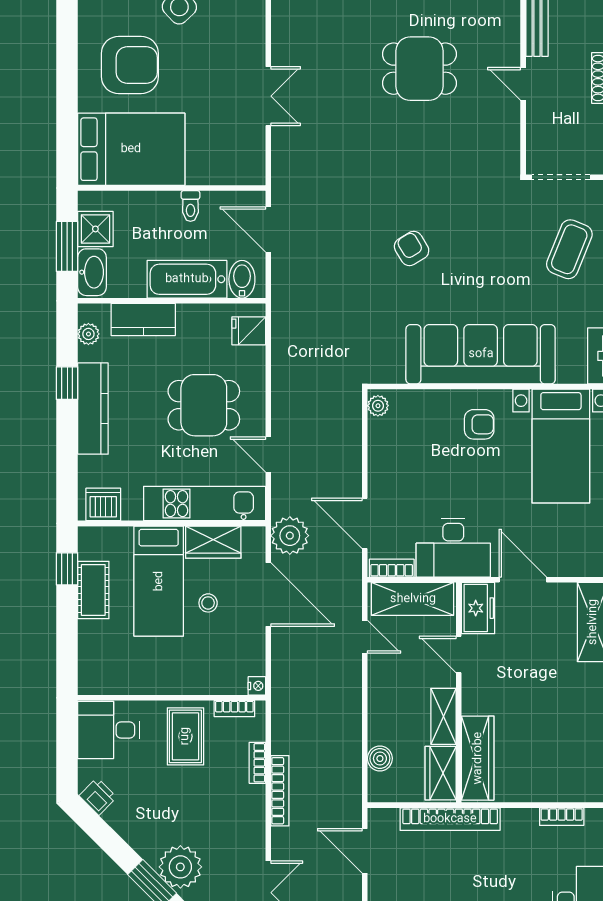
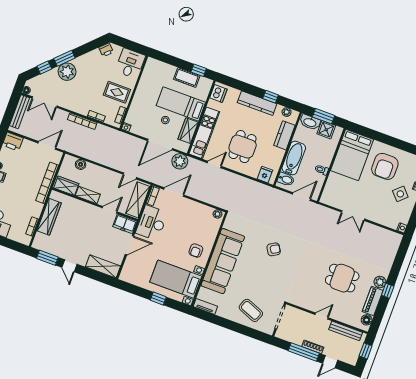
dining table: (419, 69) -> (342, 278), turned 90
wardrobe: (478, 758) -> (49, 217), moved, turned -90

